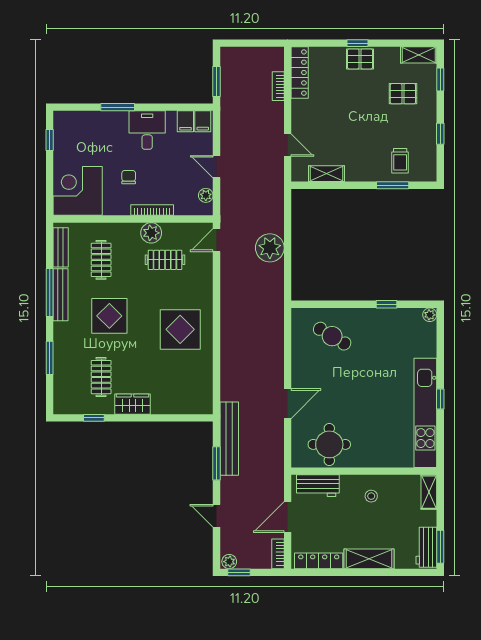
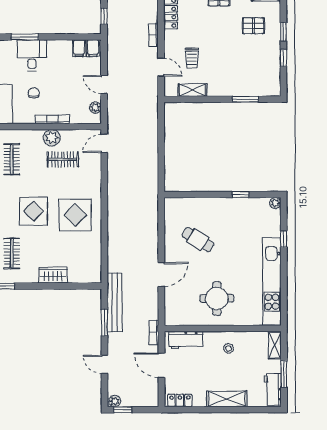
window: (440, 79) -> (283, 32), moved
window: (217, 82) -> (104, 16), width x0.67
bookcase: (278, 86) -> (153, 35), moved
desk: (147, 130) -> (32, 55), moved
trolley: (400, 161) -> (192, 58), moved
plant: (270, 248) -> (147, 150), removed
display table: (109, 316) -> (33, 211), moved
cafe table: (332, 336) -> (198, 240), moved
window: (440, 399) -> (284, 239), moved
wardrobe: (132, 404) -> (53, 275), moved
round table: (329, 444) -> (217, 298), moved
door: (288, 517) -> (161, 365), hinge flipped
window: (440, 547) -> (284, 374), moved
bookcase: (278, 554) -> (154, 332), moved
locker: (319, 561) -> (180, 400), width x0.66

